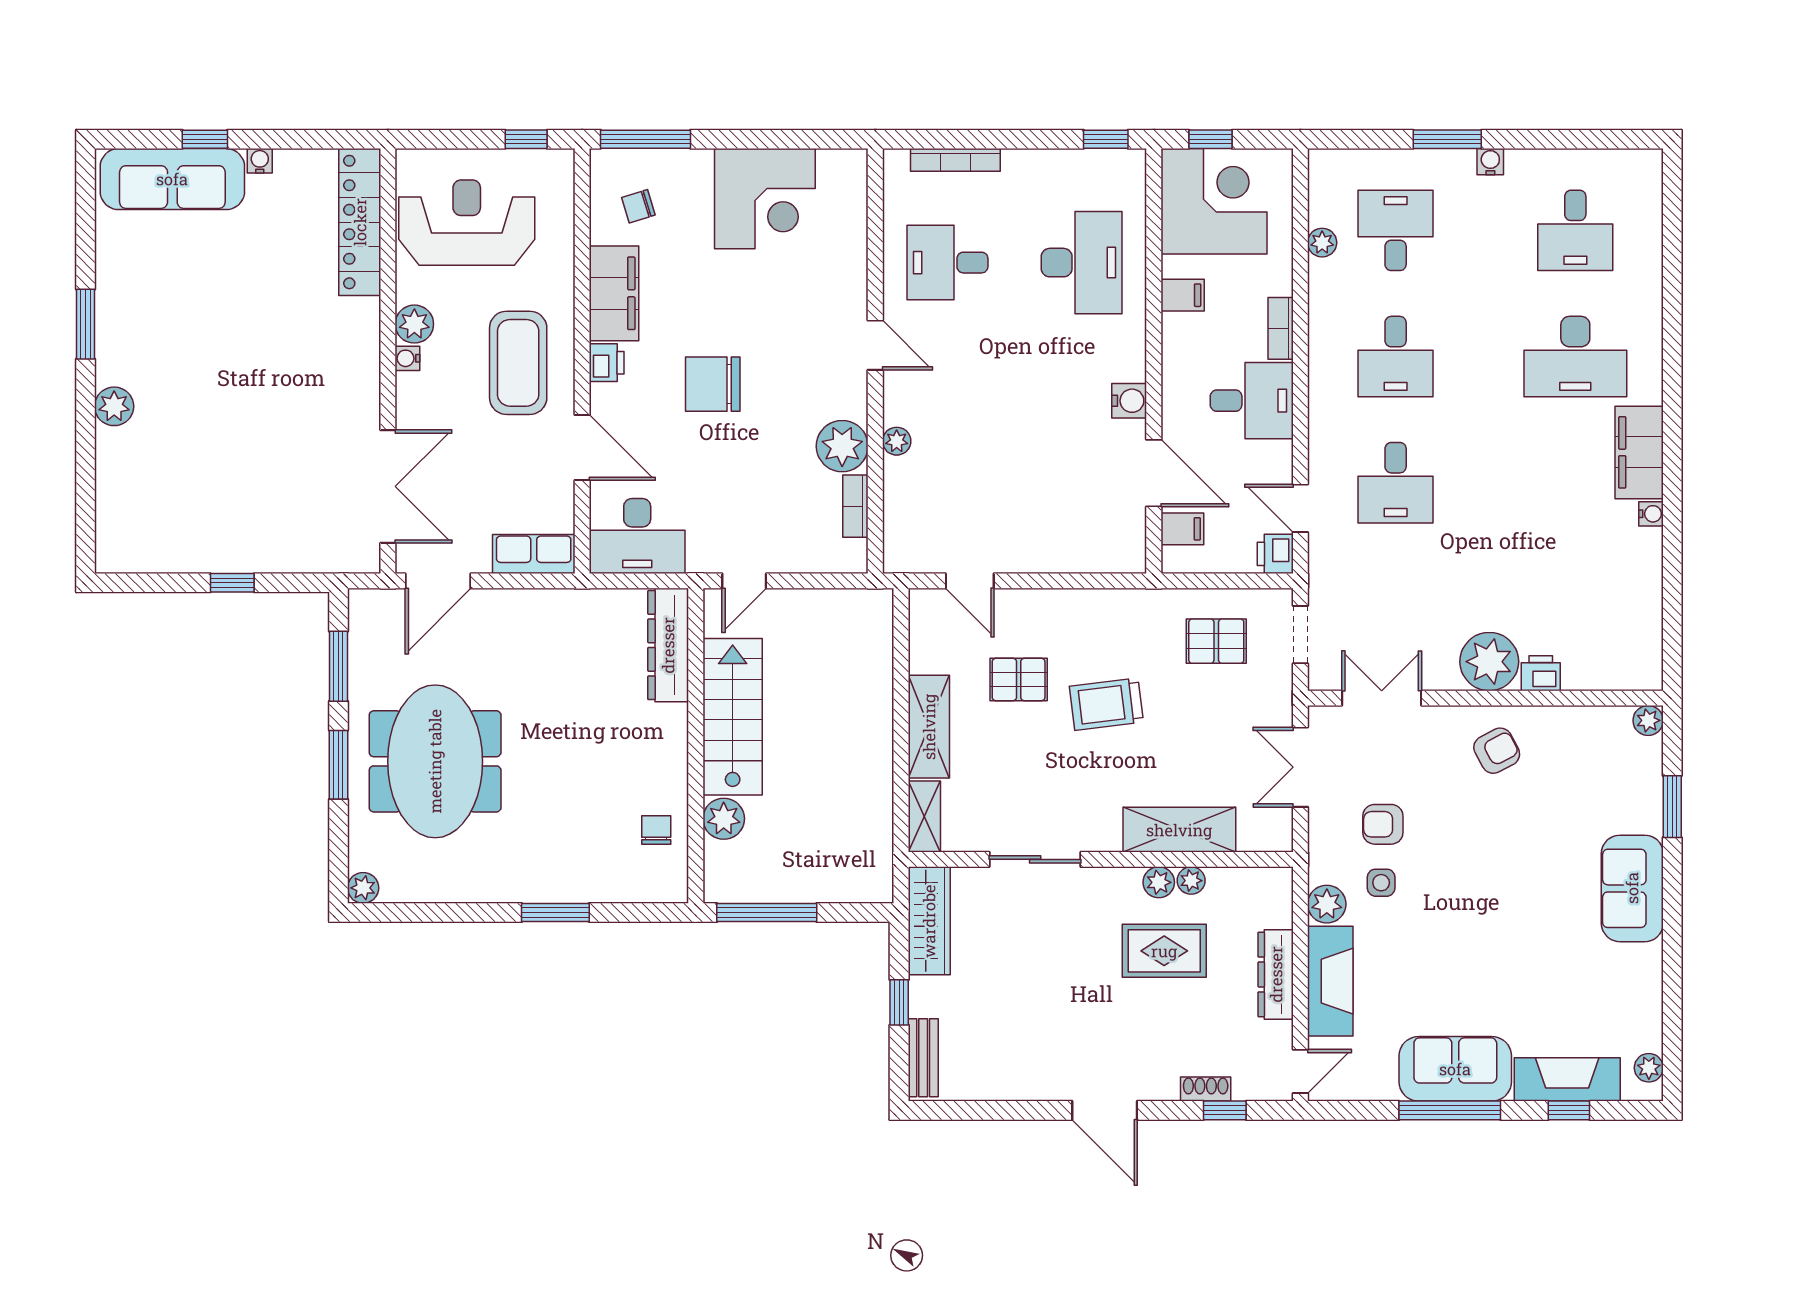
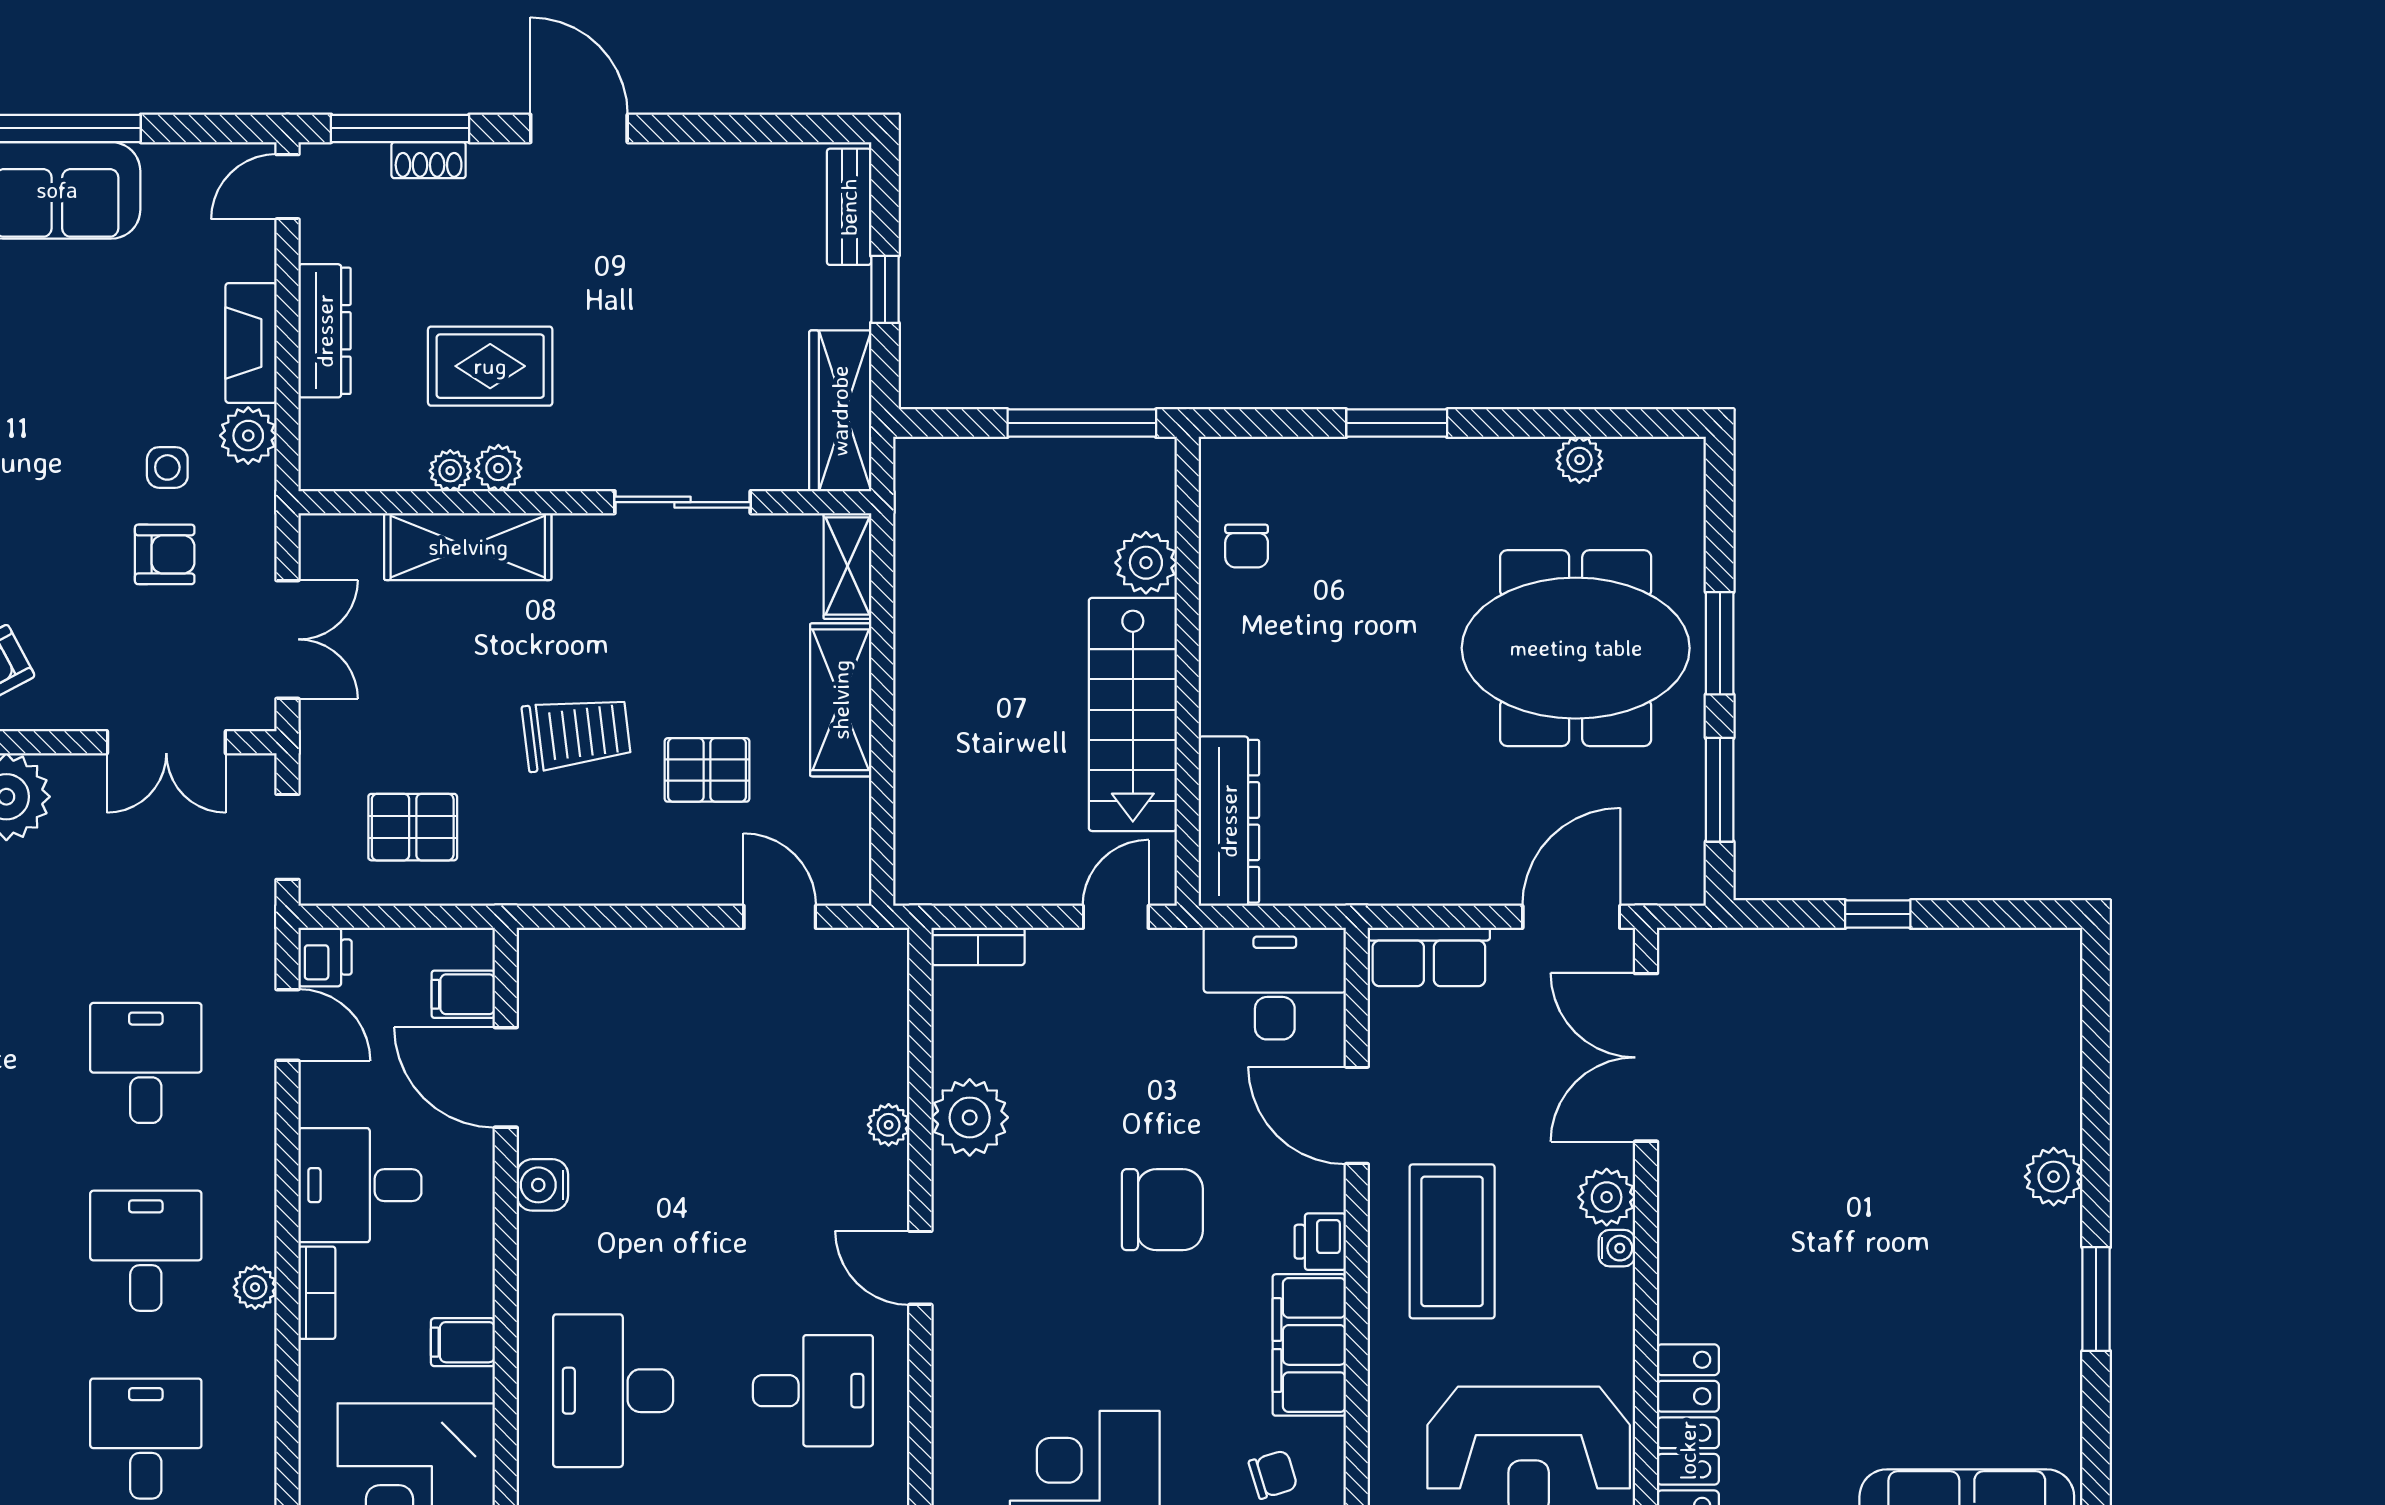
desk: (1396, 230) -> (146, 1439), turned 180
plant: (1322, 243) -> (255, 1287), moved
plant: (414, 324) -> (1607, 1197), moved
bookcase: (855, 506) -> (978, 946), moved, turned 90
meeting table: (435, 761) -> (1576, 648), turned 90
plant: (363, 888) -> (1579, 460), moved
fireplace: (1330, 981) -> (251, 343), width x0.73, depth x0.76
window: (1225, 1110) -> (400, 128), width x2.17

